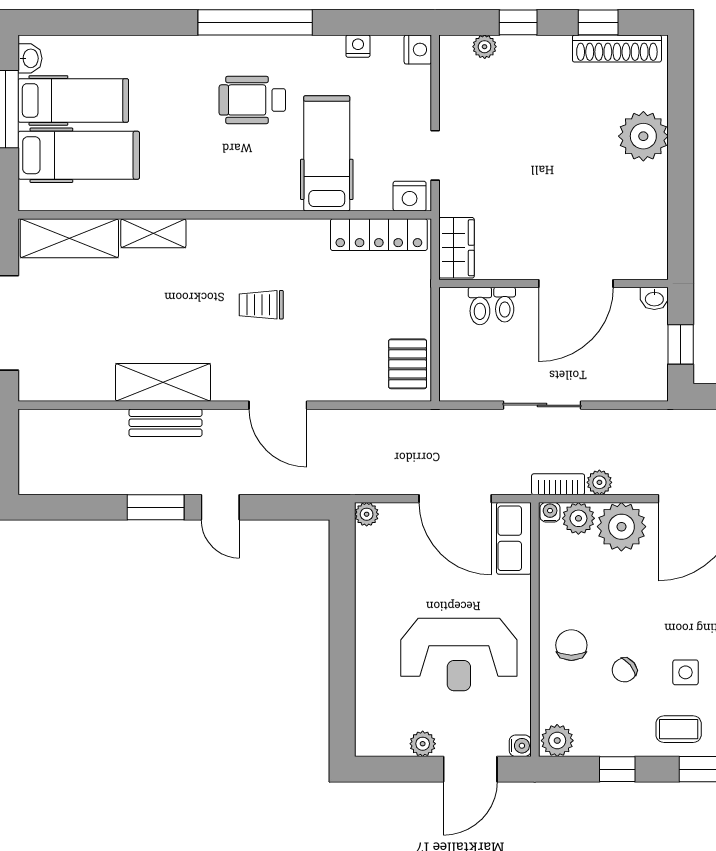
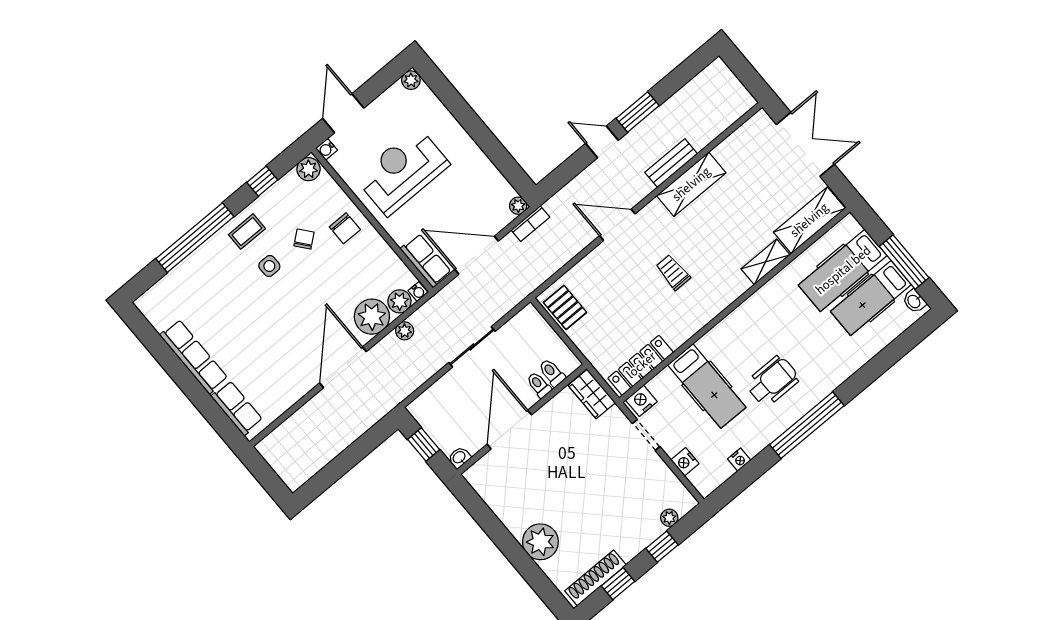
nightstand: (418, 50) -> (685, 462), moved
trolley: (261, 305) -> (673, 272), turned -90
bookcase: (558, 484) -> (530, 224), moved
plant: (423, 744) -> (411, 80), moved

